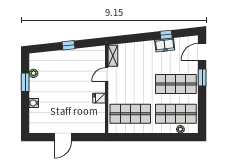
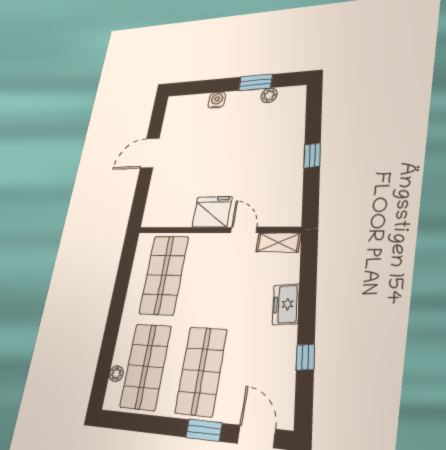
freezer: (165, 45) -> (286, 304), moved
fridge: (99, 98) -> (212, 212), width x1.88, depth x1.34
door: (63, 137) -> (150, 153), hinge flipped

